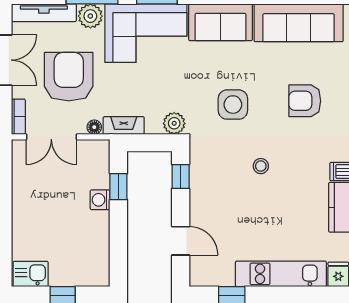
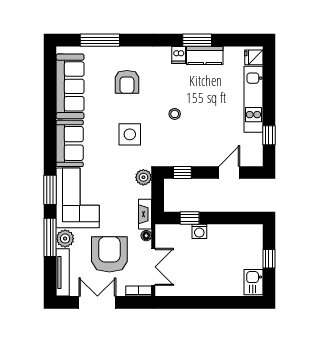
armchair: (69, 77) -> (109, 254), turned 90

